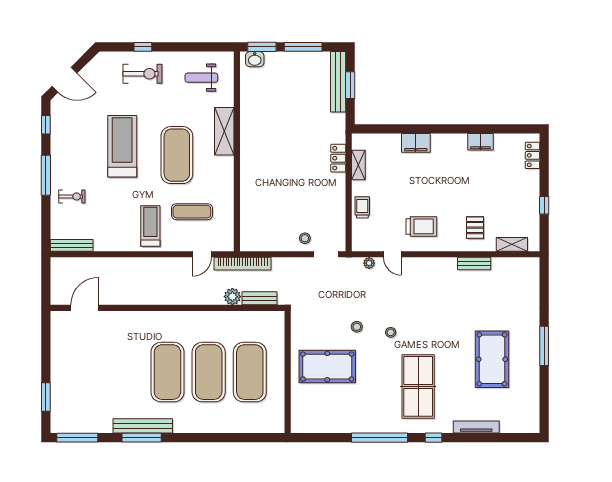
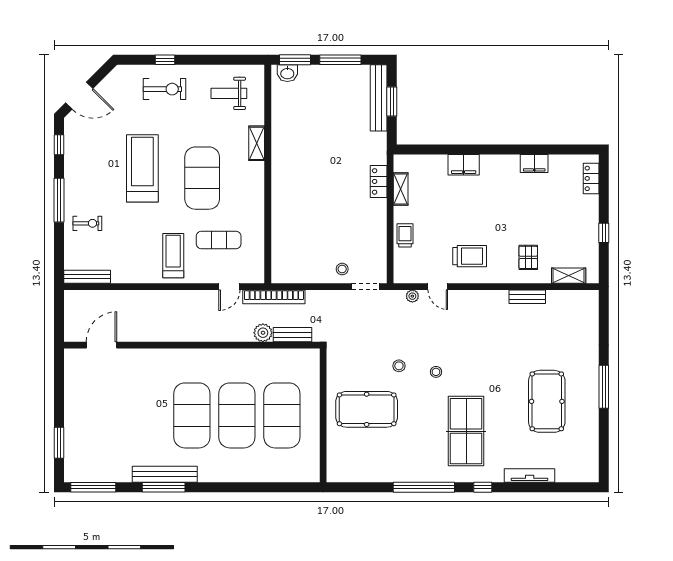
shelving: (224, 131) -> (257, 143), width x0.67, depth x0.75

